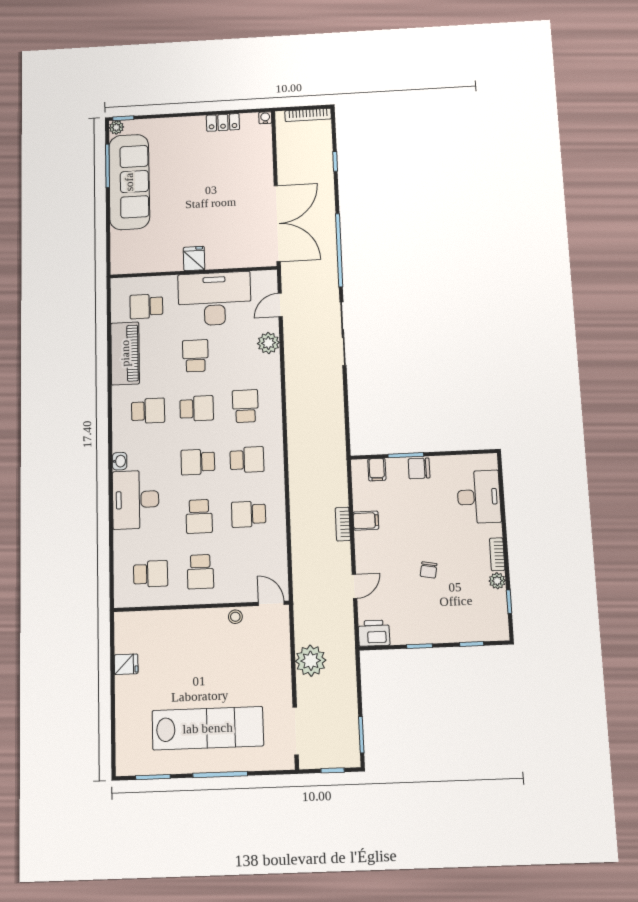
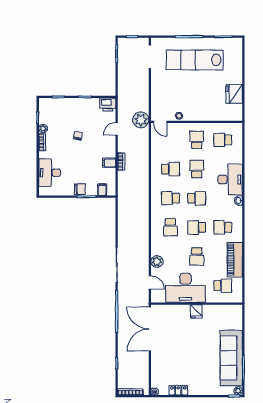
door: (280, 305) -> (150, 282), hinge flipped
plant: (311, 661) -> (141, 120), moved
fridge: (126, 664) -> (234, 94), width x1.88, depth x1.34

